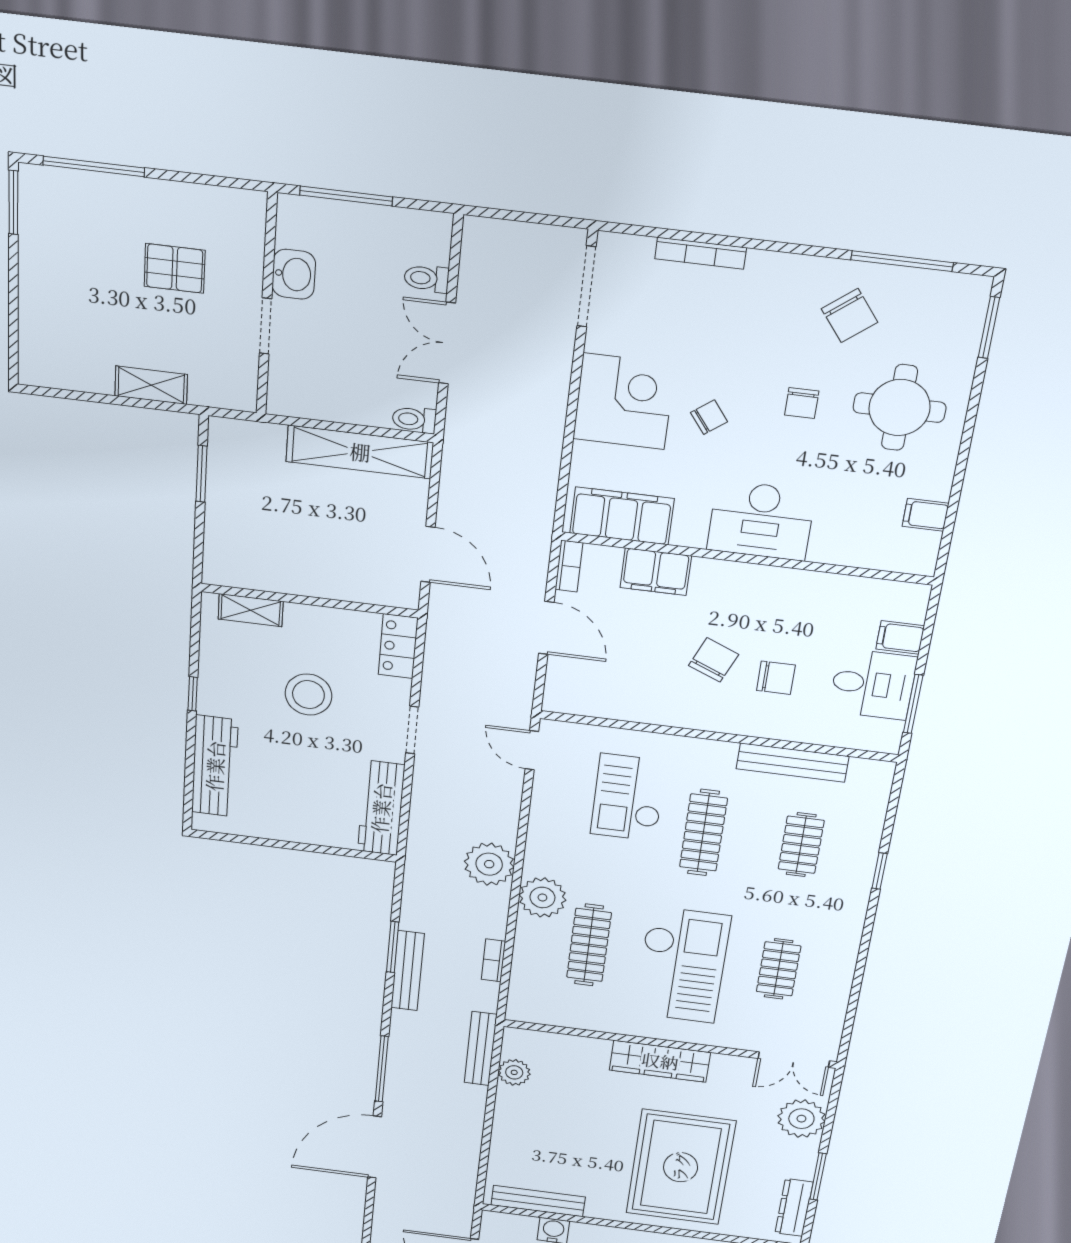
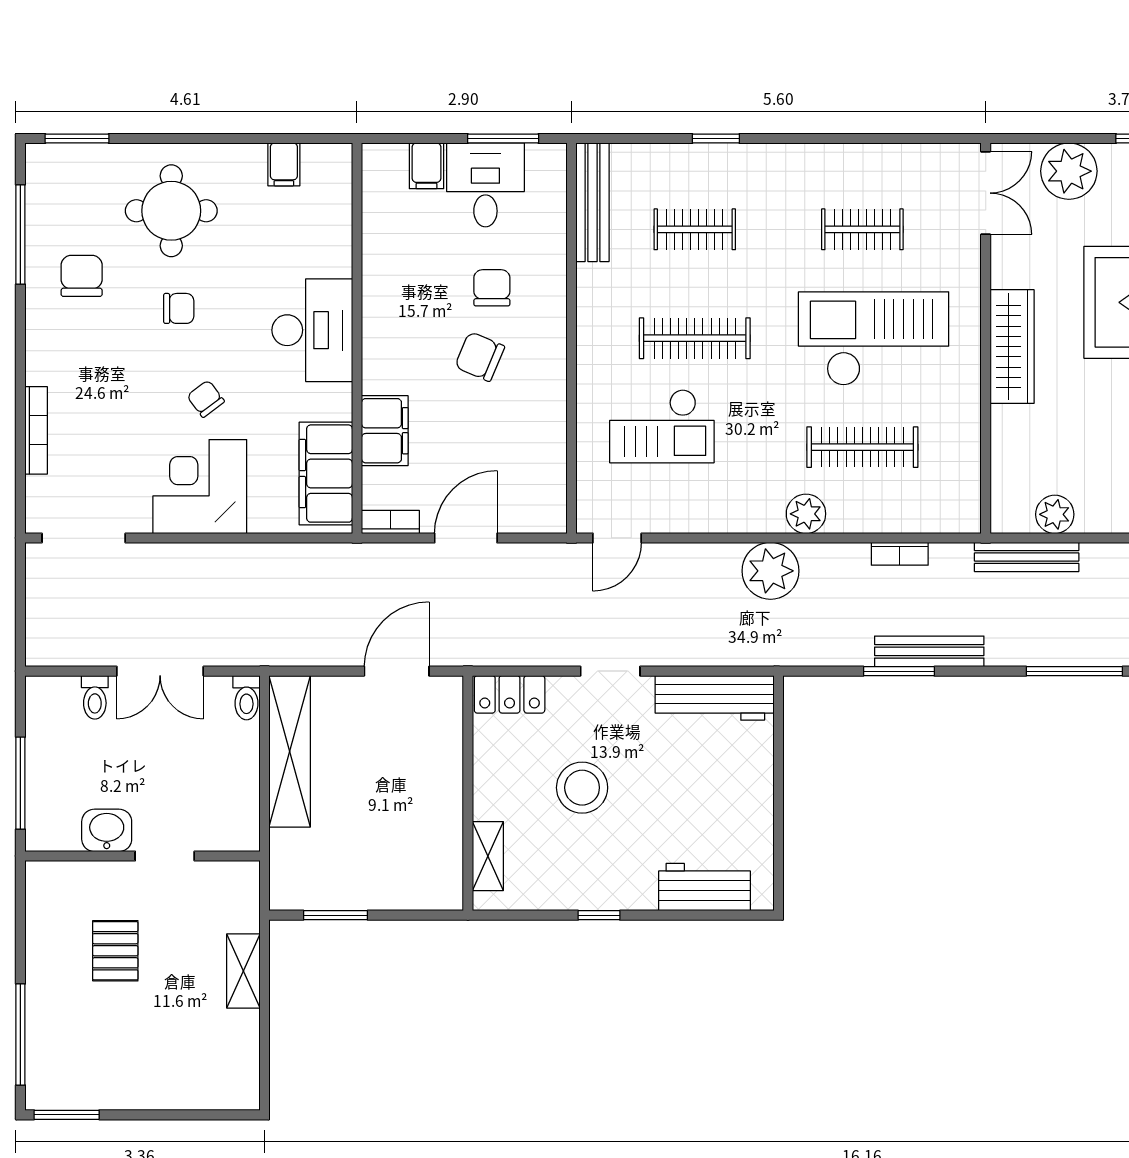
chair: (850, 316) -> (82, 276), turned -52
bench: (793, 763) -> (592, 202), moved
workbench: (215, 766) -> (704, 887), width x0.73
plant: (542, 897) -> (806, 514), width x0.73, depth x0.73

